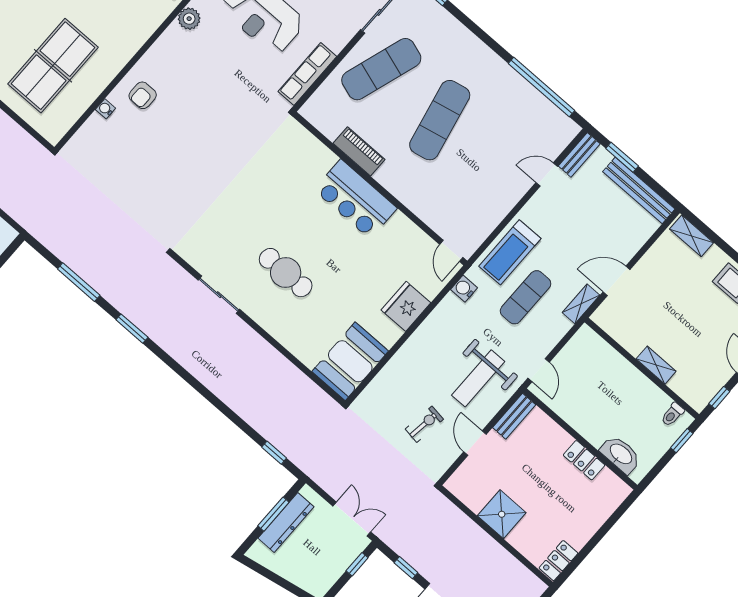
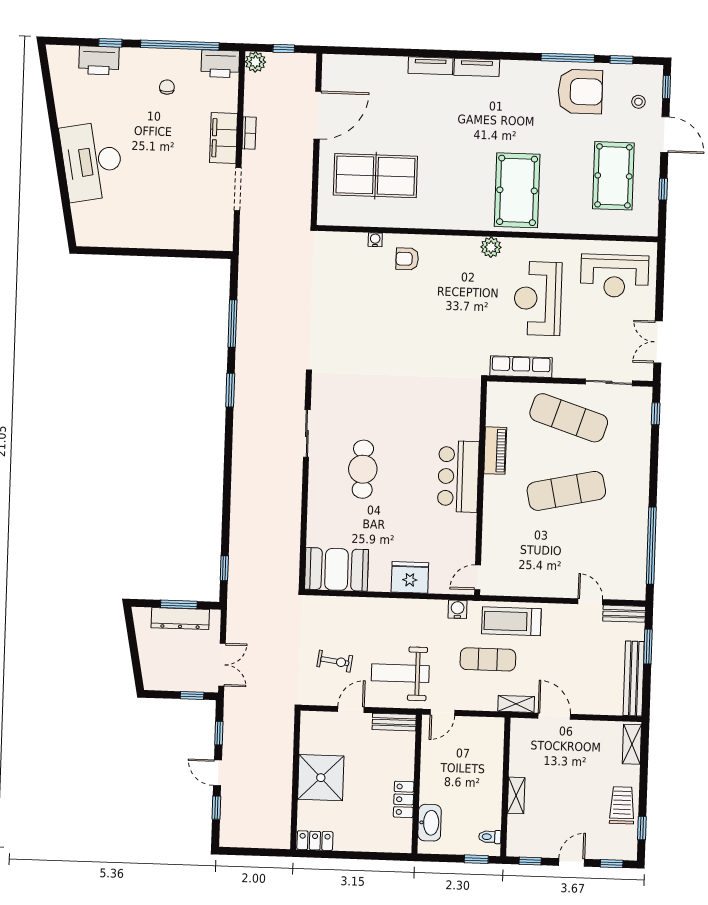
shower: (502, 514) -> (321, 778), width x1.37, depth x1.37

